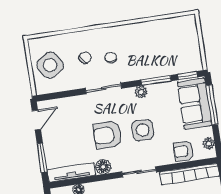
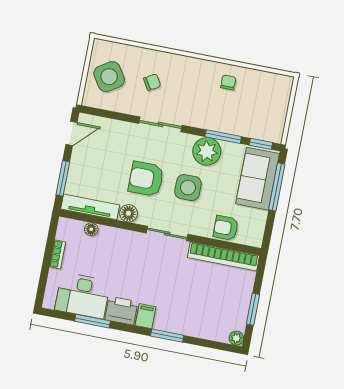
chair: (111, 58) -> (228, 82), moved
plant: (141, 92) -> (207, 151), width x1.87, depth x1.87
plant: (209, 143) -> (258, 229), removed

